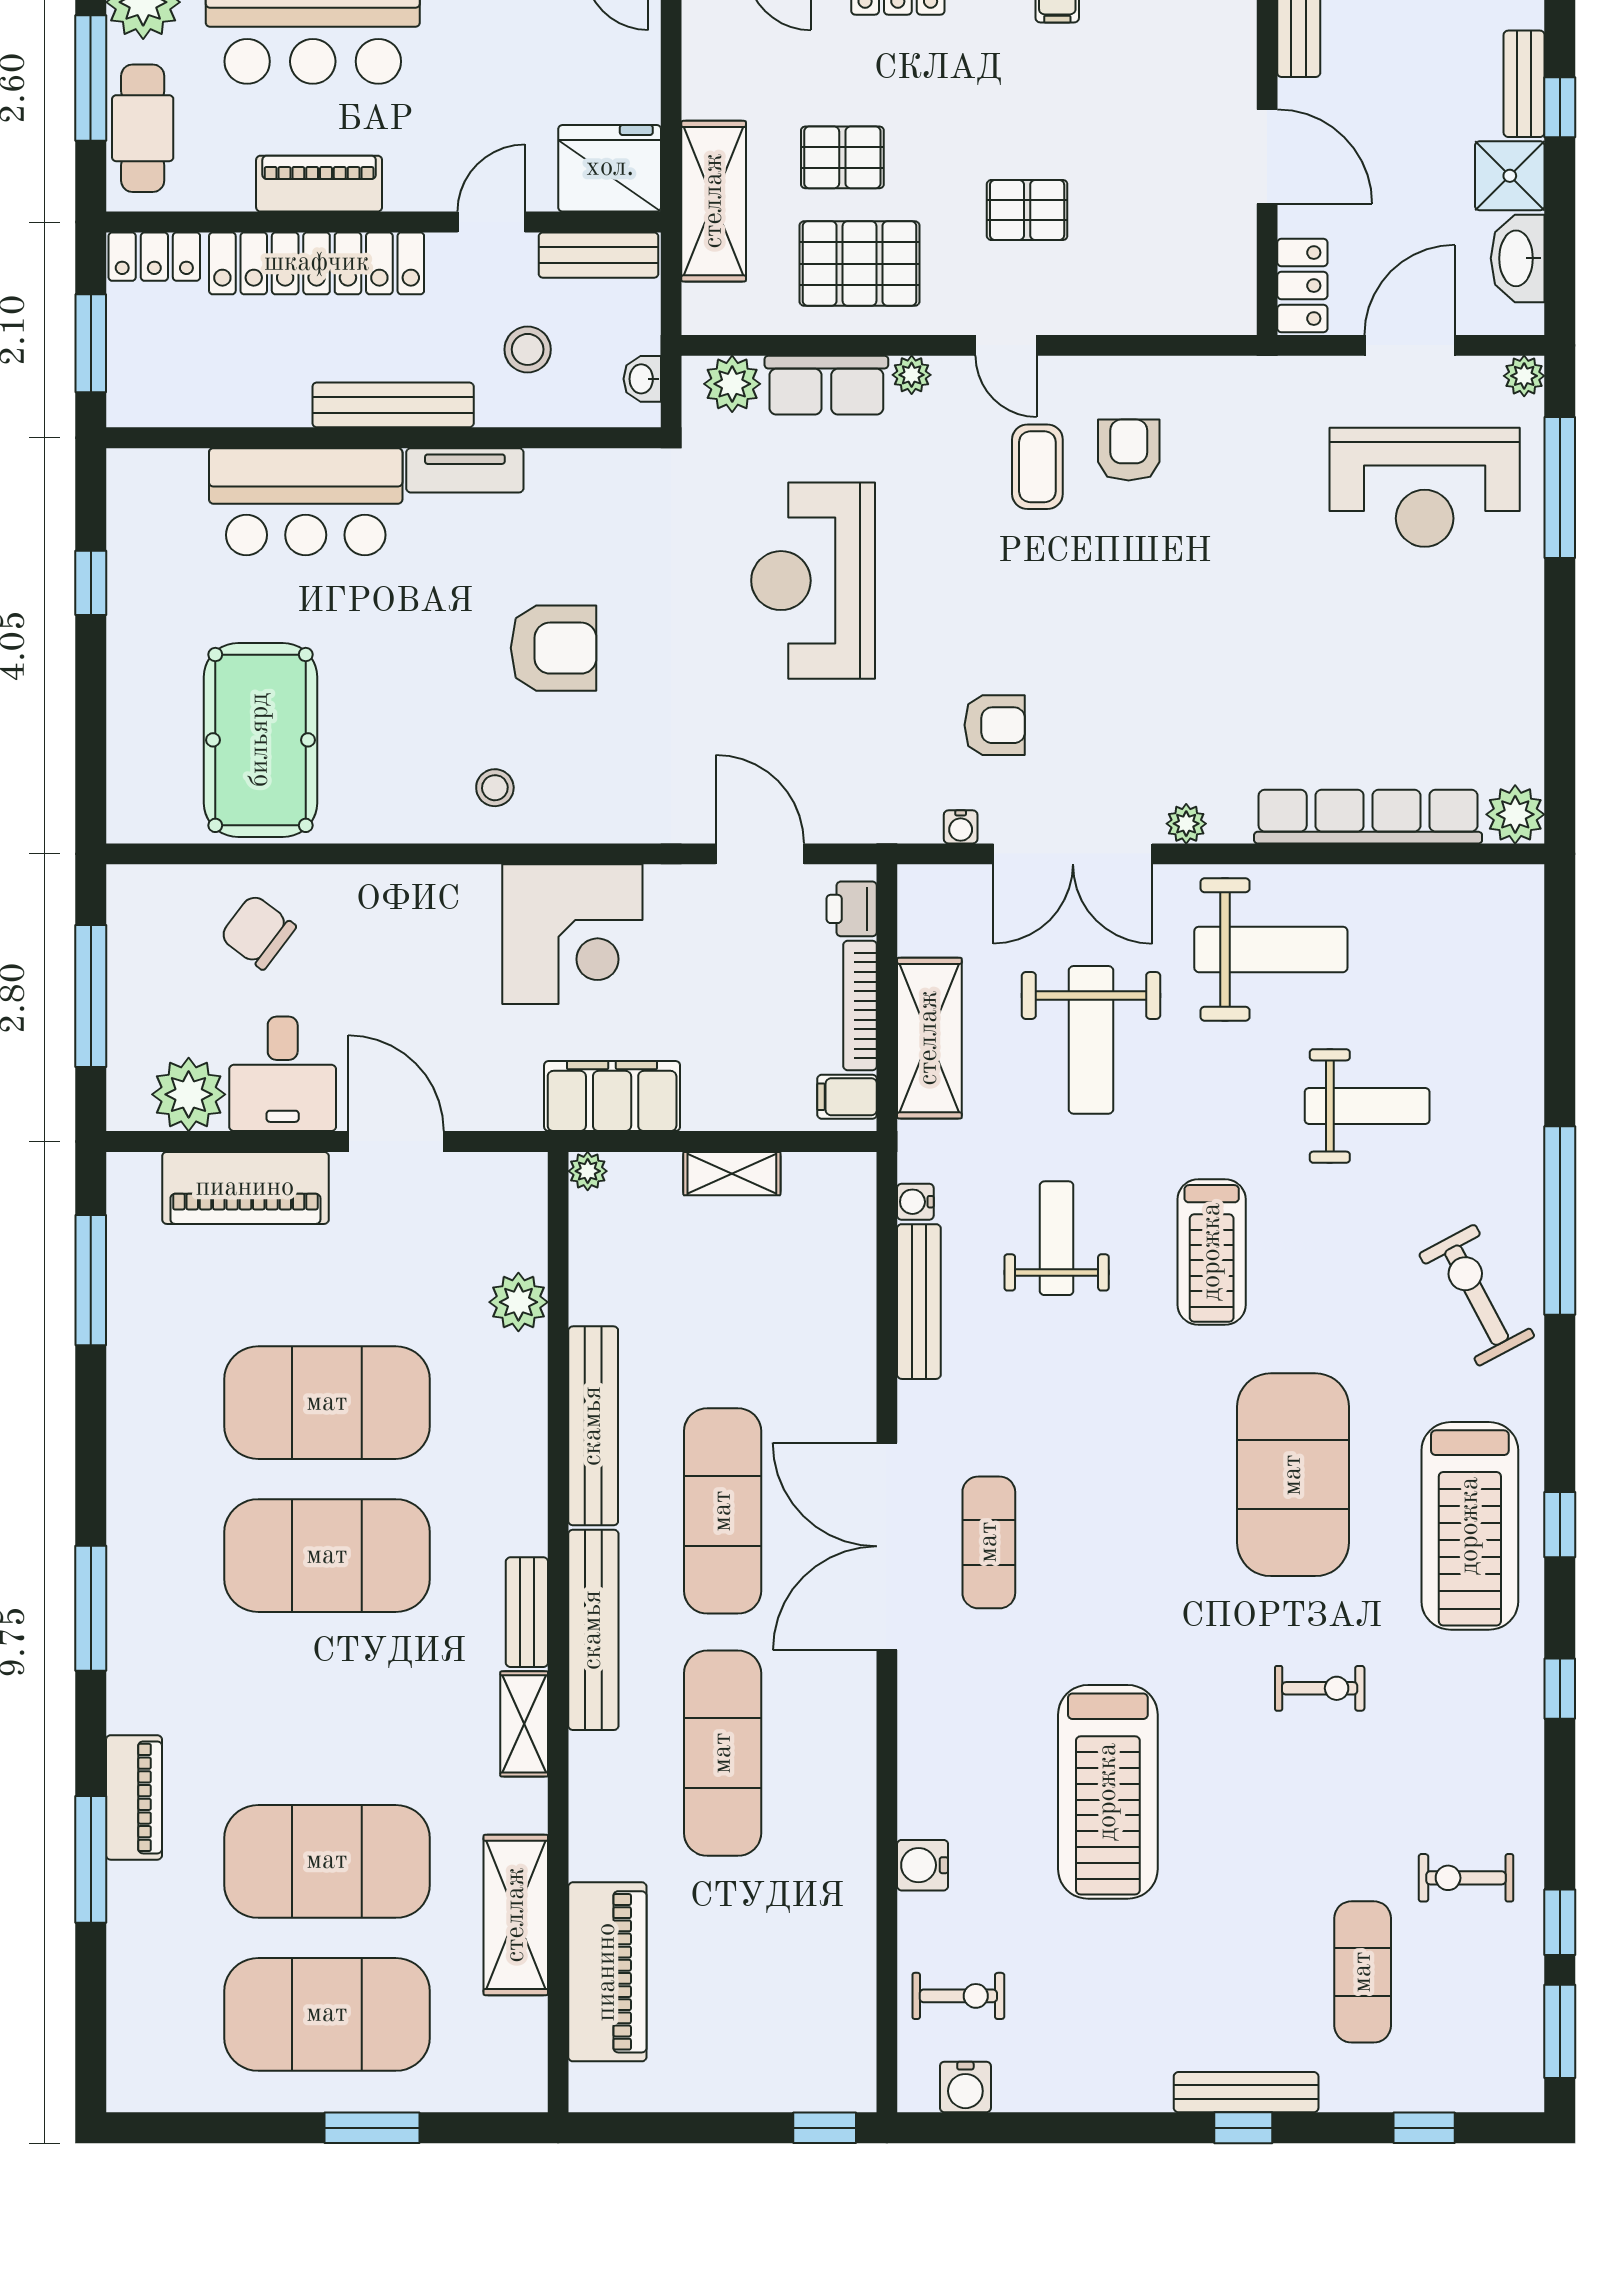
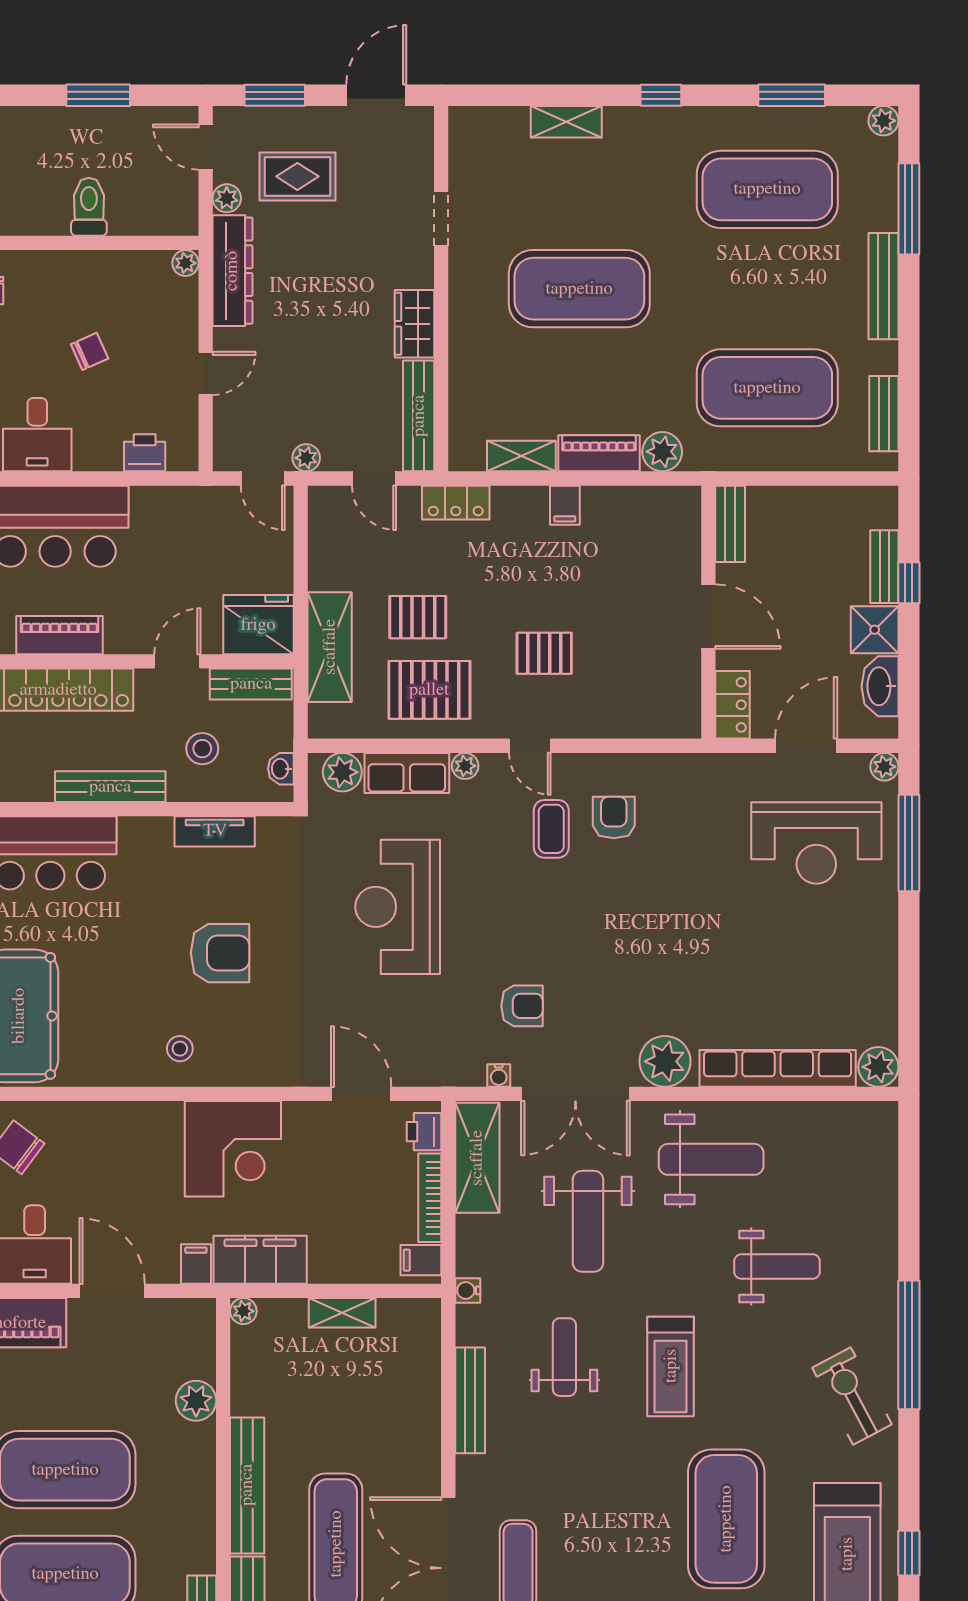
tv unit: (465, 470) -> (215, 831), moved
plant: (1186, 824) -> (665, 1061), width x1.88, depth x1.88
shelving: (929, 1038) -> (477, 1158), moved
filing cabinet: (518, 1102) -> (196, 1264), added
water cooler: (915, 1202) -> (468, 1290), moved

